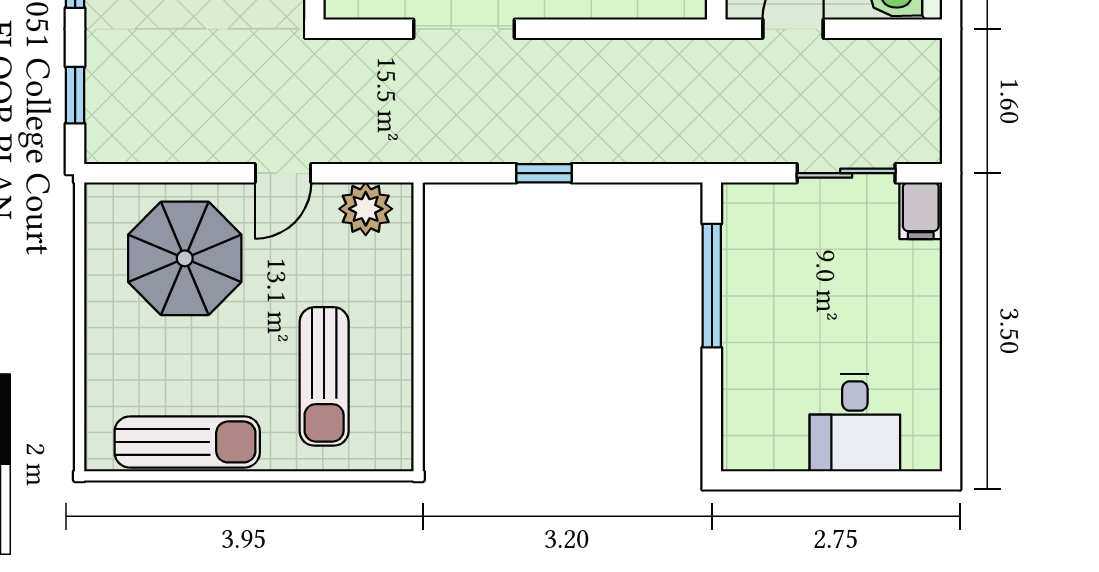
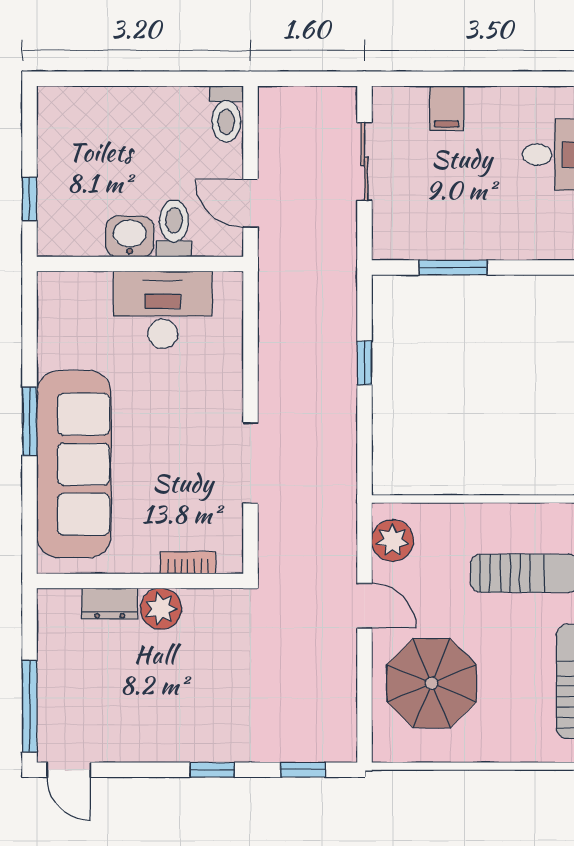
window: (544, 173) -> (364, 363), moved
filing cabinet: (921, 211) -> (447, 108), moved, turned 90
window: (712, 286) -> (453, 267), width x0.69

